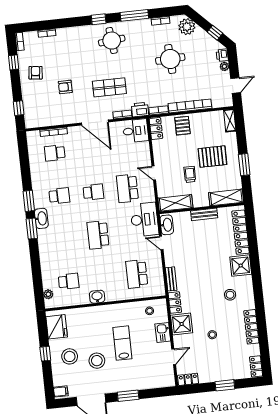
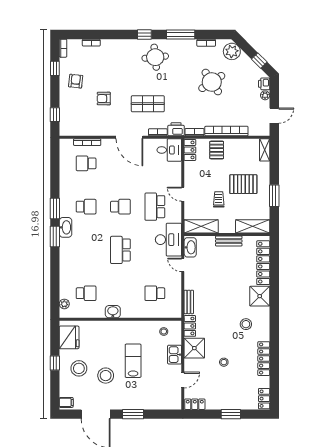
round table: (170, 59) -> (212, 82), turned -30
school desk: (137, 274) -> (155, 293), width x0.54

